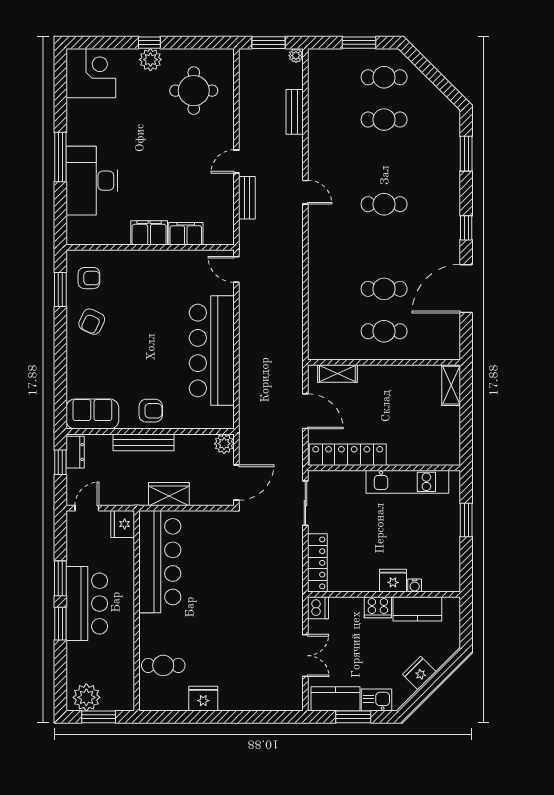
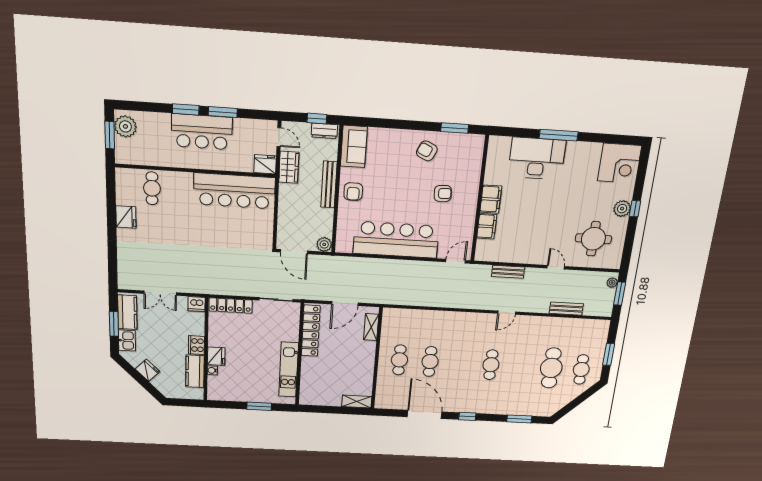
plant: (296, 56) -> (612, 283), moved
cafe table: (384, 120) -> (551, 368), width x1.37, depth x1.35
door: (236, 161) -> (556, 267), moved
armchair: (89, 278) -> (443, 193), moved, turned -93
wardrobe: (169, 494) -> (289, 167), moved

